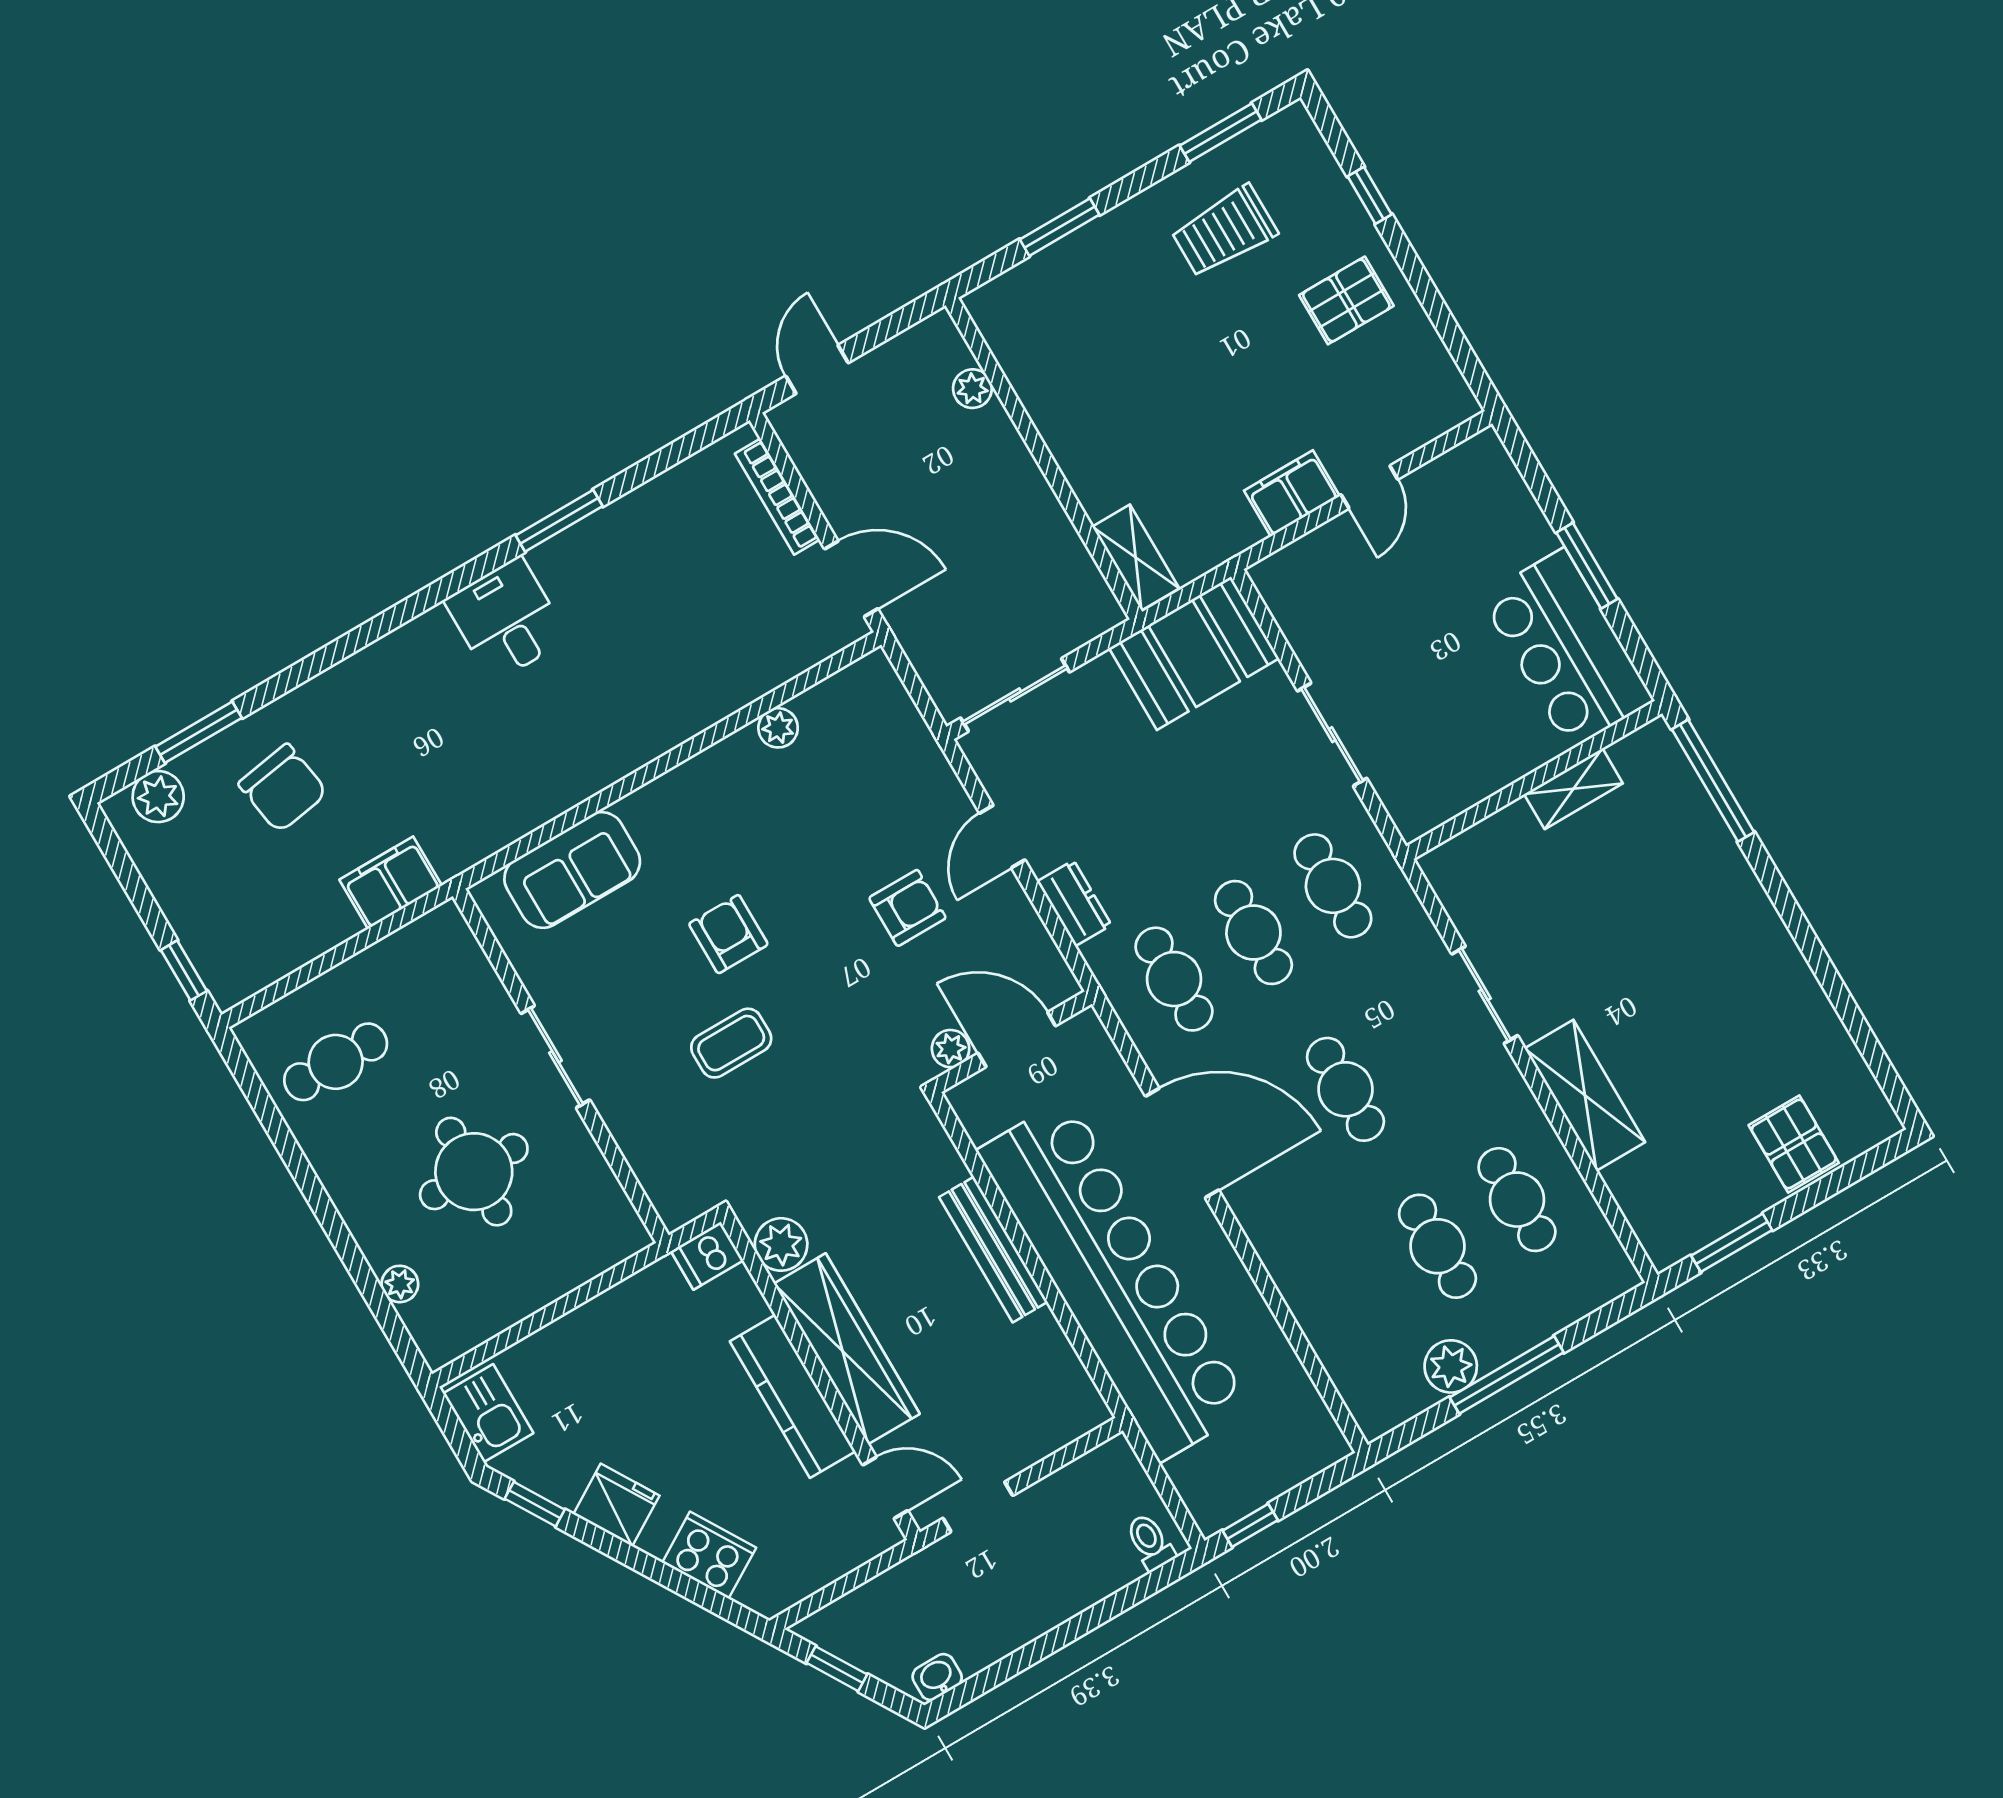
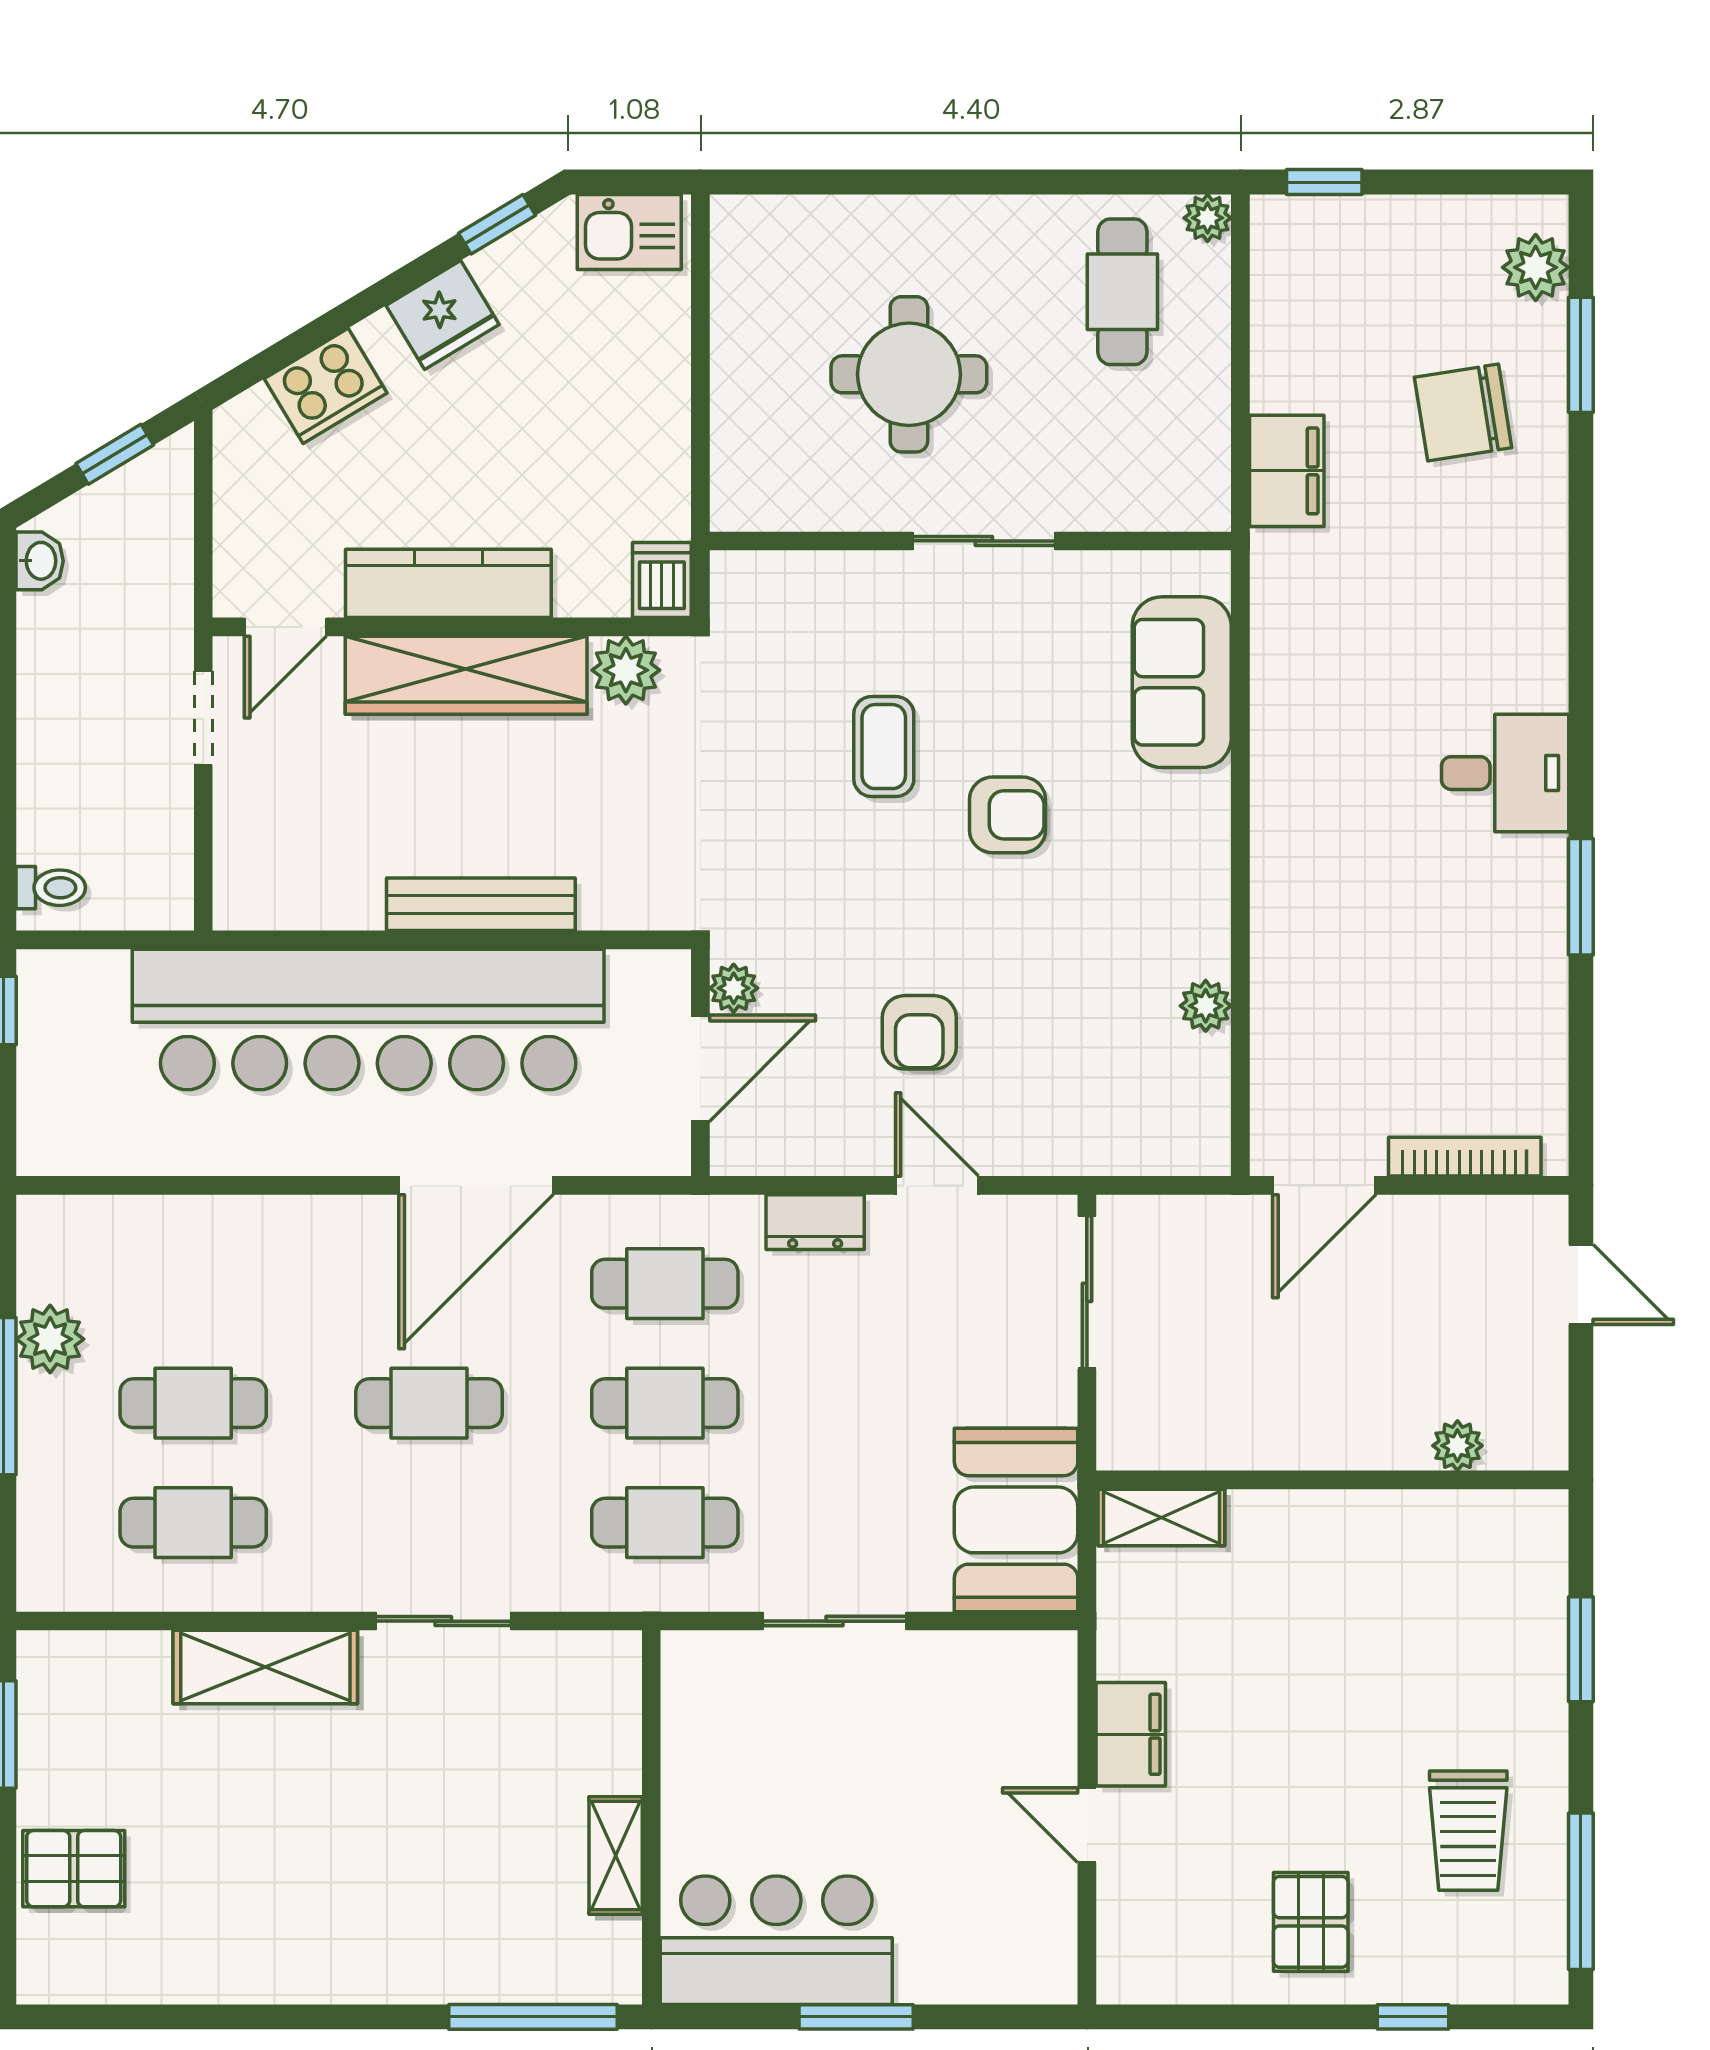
window: (1221, 133) -> (1581, 1891), width x1.44
trolley: (1224, 231) -> (1468, 1831), turned 180
plant: (400, 1284) -> (1208, 218), moved

